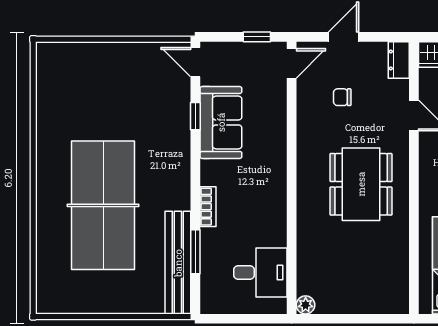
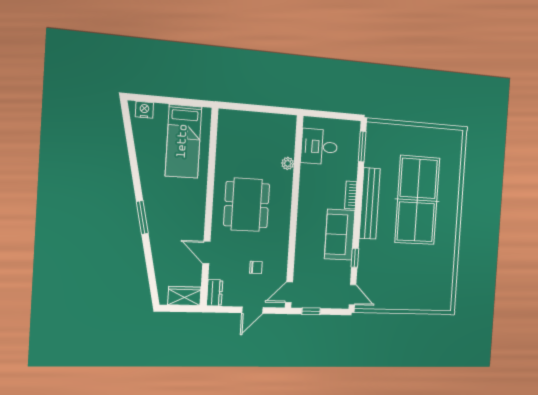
sofa: (221, 122) -> (340, 235), moved
window: (195, 252) -> (362, 147), moved
bench: (178, 263) -> (370, 203), moved
plant: (306, 305) -> (288, 163), moved

